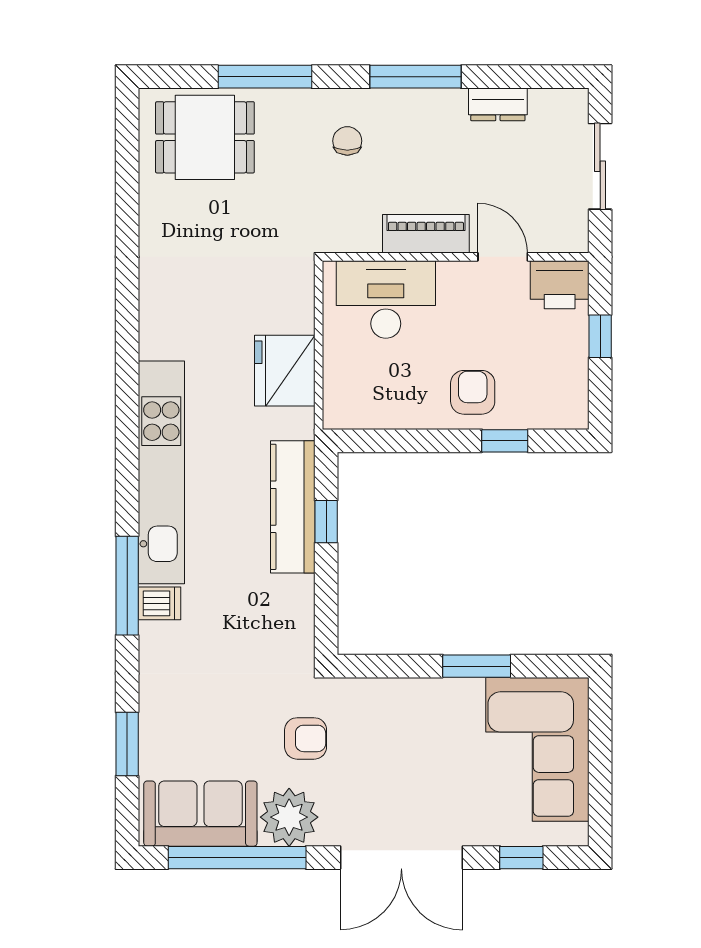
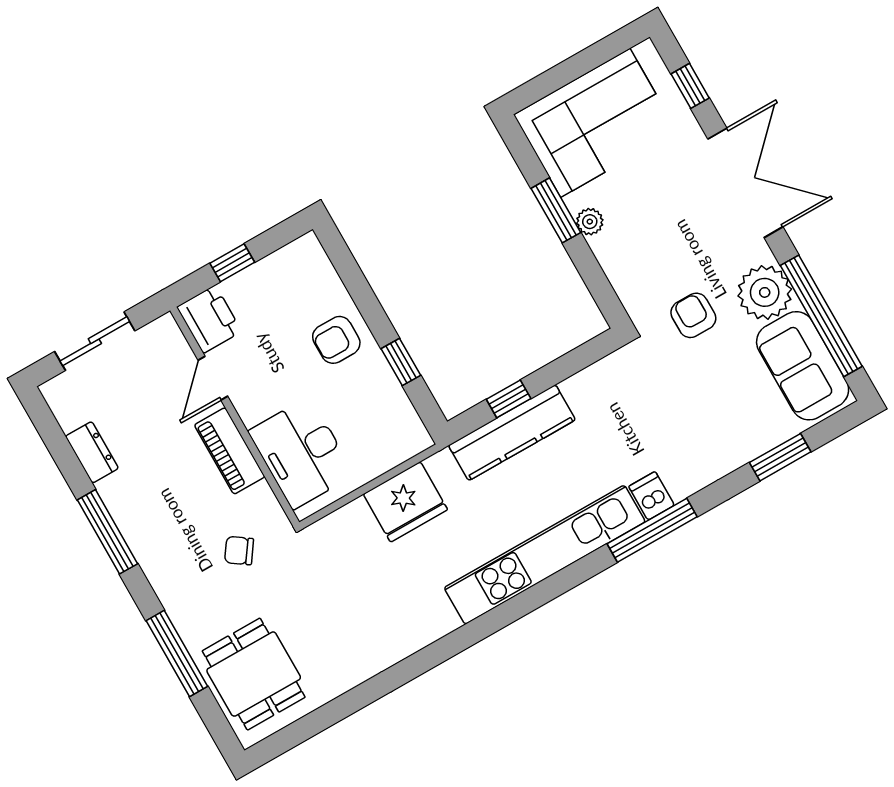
chair: (347, 141) -> (239, 551), moved, turned 35
window: (505, 441) -> (401, 362), moved
plant: (448, 692) -> (590, 222), added

